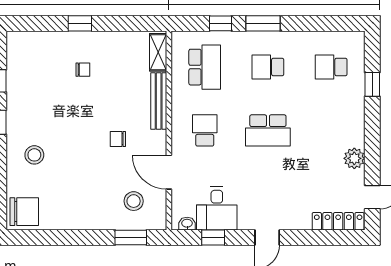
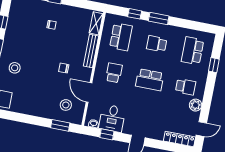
school desk: (331, 67) -> (193, 51), width x1.85
school desk: (331, 130) -> (186, 87), added

